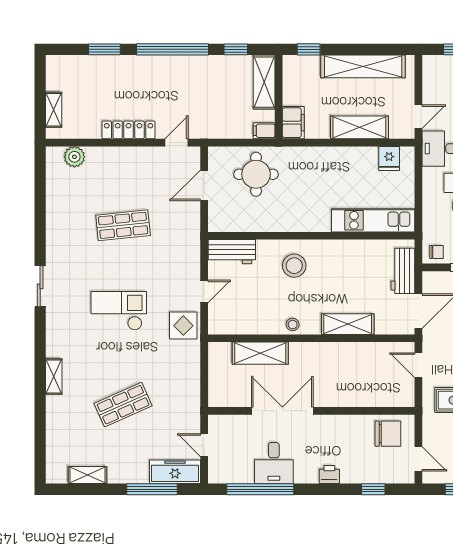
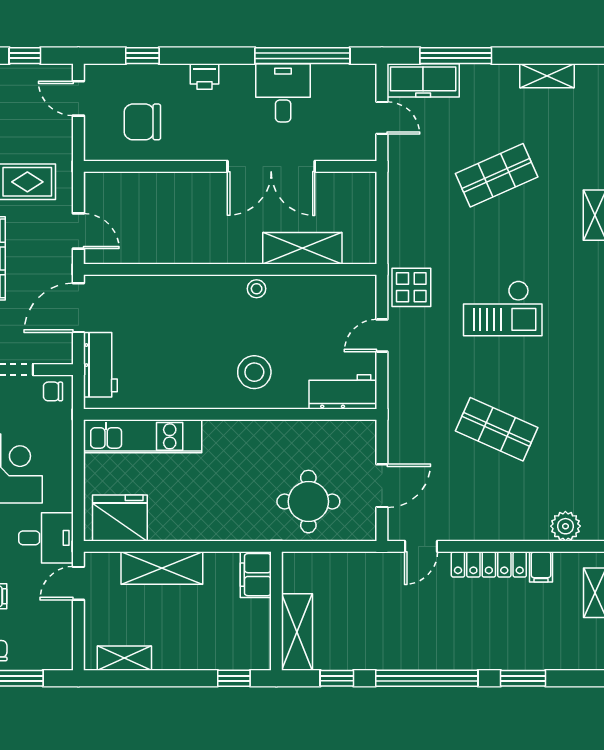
shelving: (363, 66) -> (124, 658), width x0.45, depth x0.75
filing cabinet: (264, 131) -> (541, 567), moved, turned 90
fridge: (389, 158) -> (120, 518), width x1.88, depth x1.34
shop shelf: (123, 225) -> (497, 429), turned 30
shelving: (348, 324) -> (179, 289), removed
chair: (388, 434) -> (142, 122), moved

